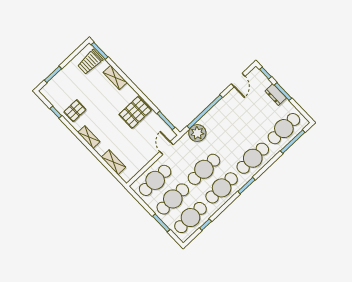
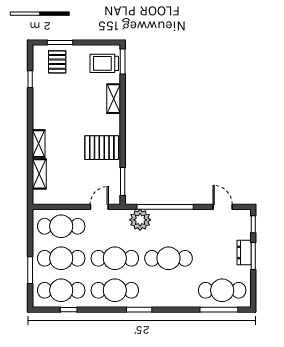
door: (238, 80) -> (223, 207), swing flipped
pallet: (75, 111) -> (57, 62), moved, turned 90
shelving: (89, 137) -> (39, 144), moved
cafe table: (253, 158) -> (169, 258), moved

